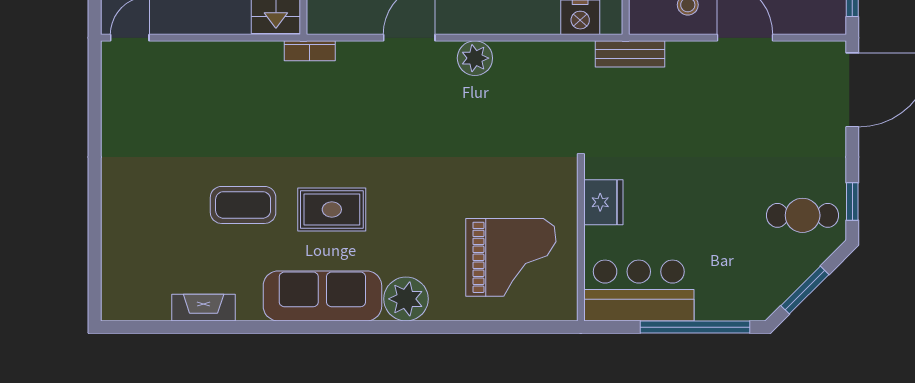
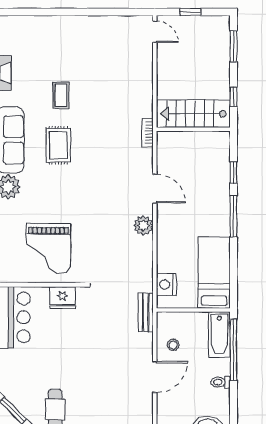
coffee table: (243, 205) -> (61, 95), width x0.73, depth x0.77
grand piano: (511, 257) -> (48, 249), moved

